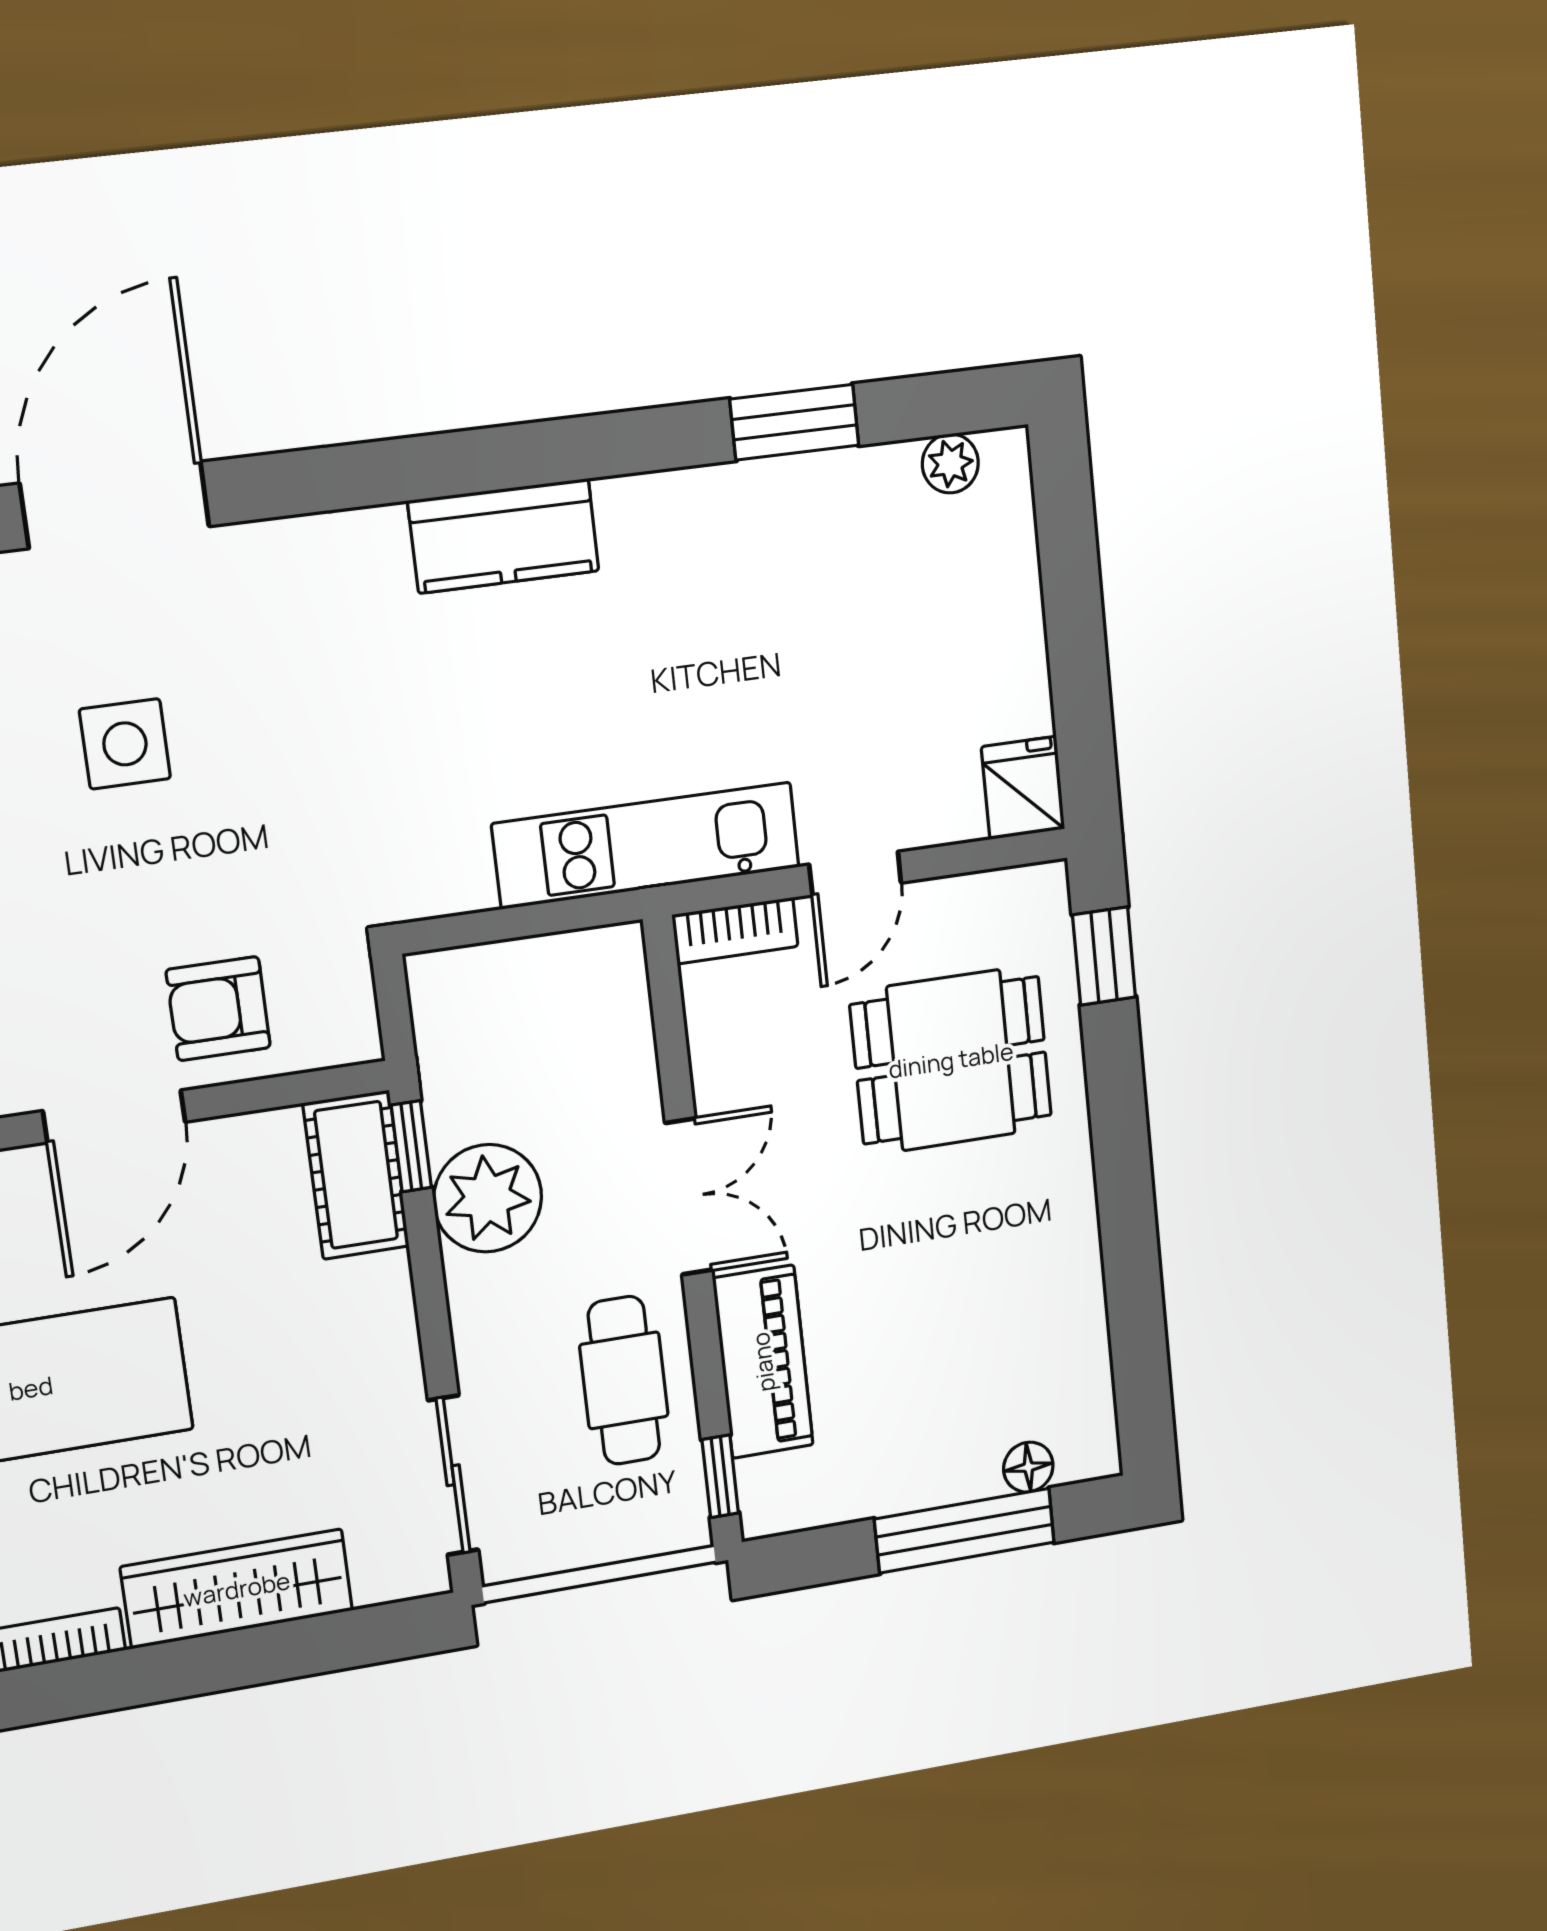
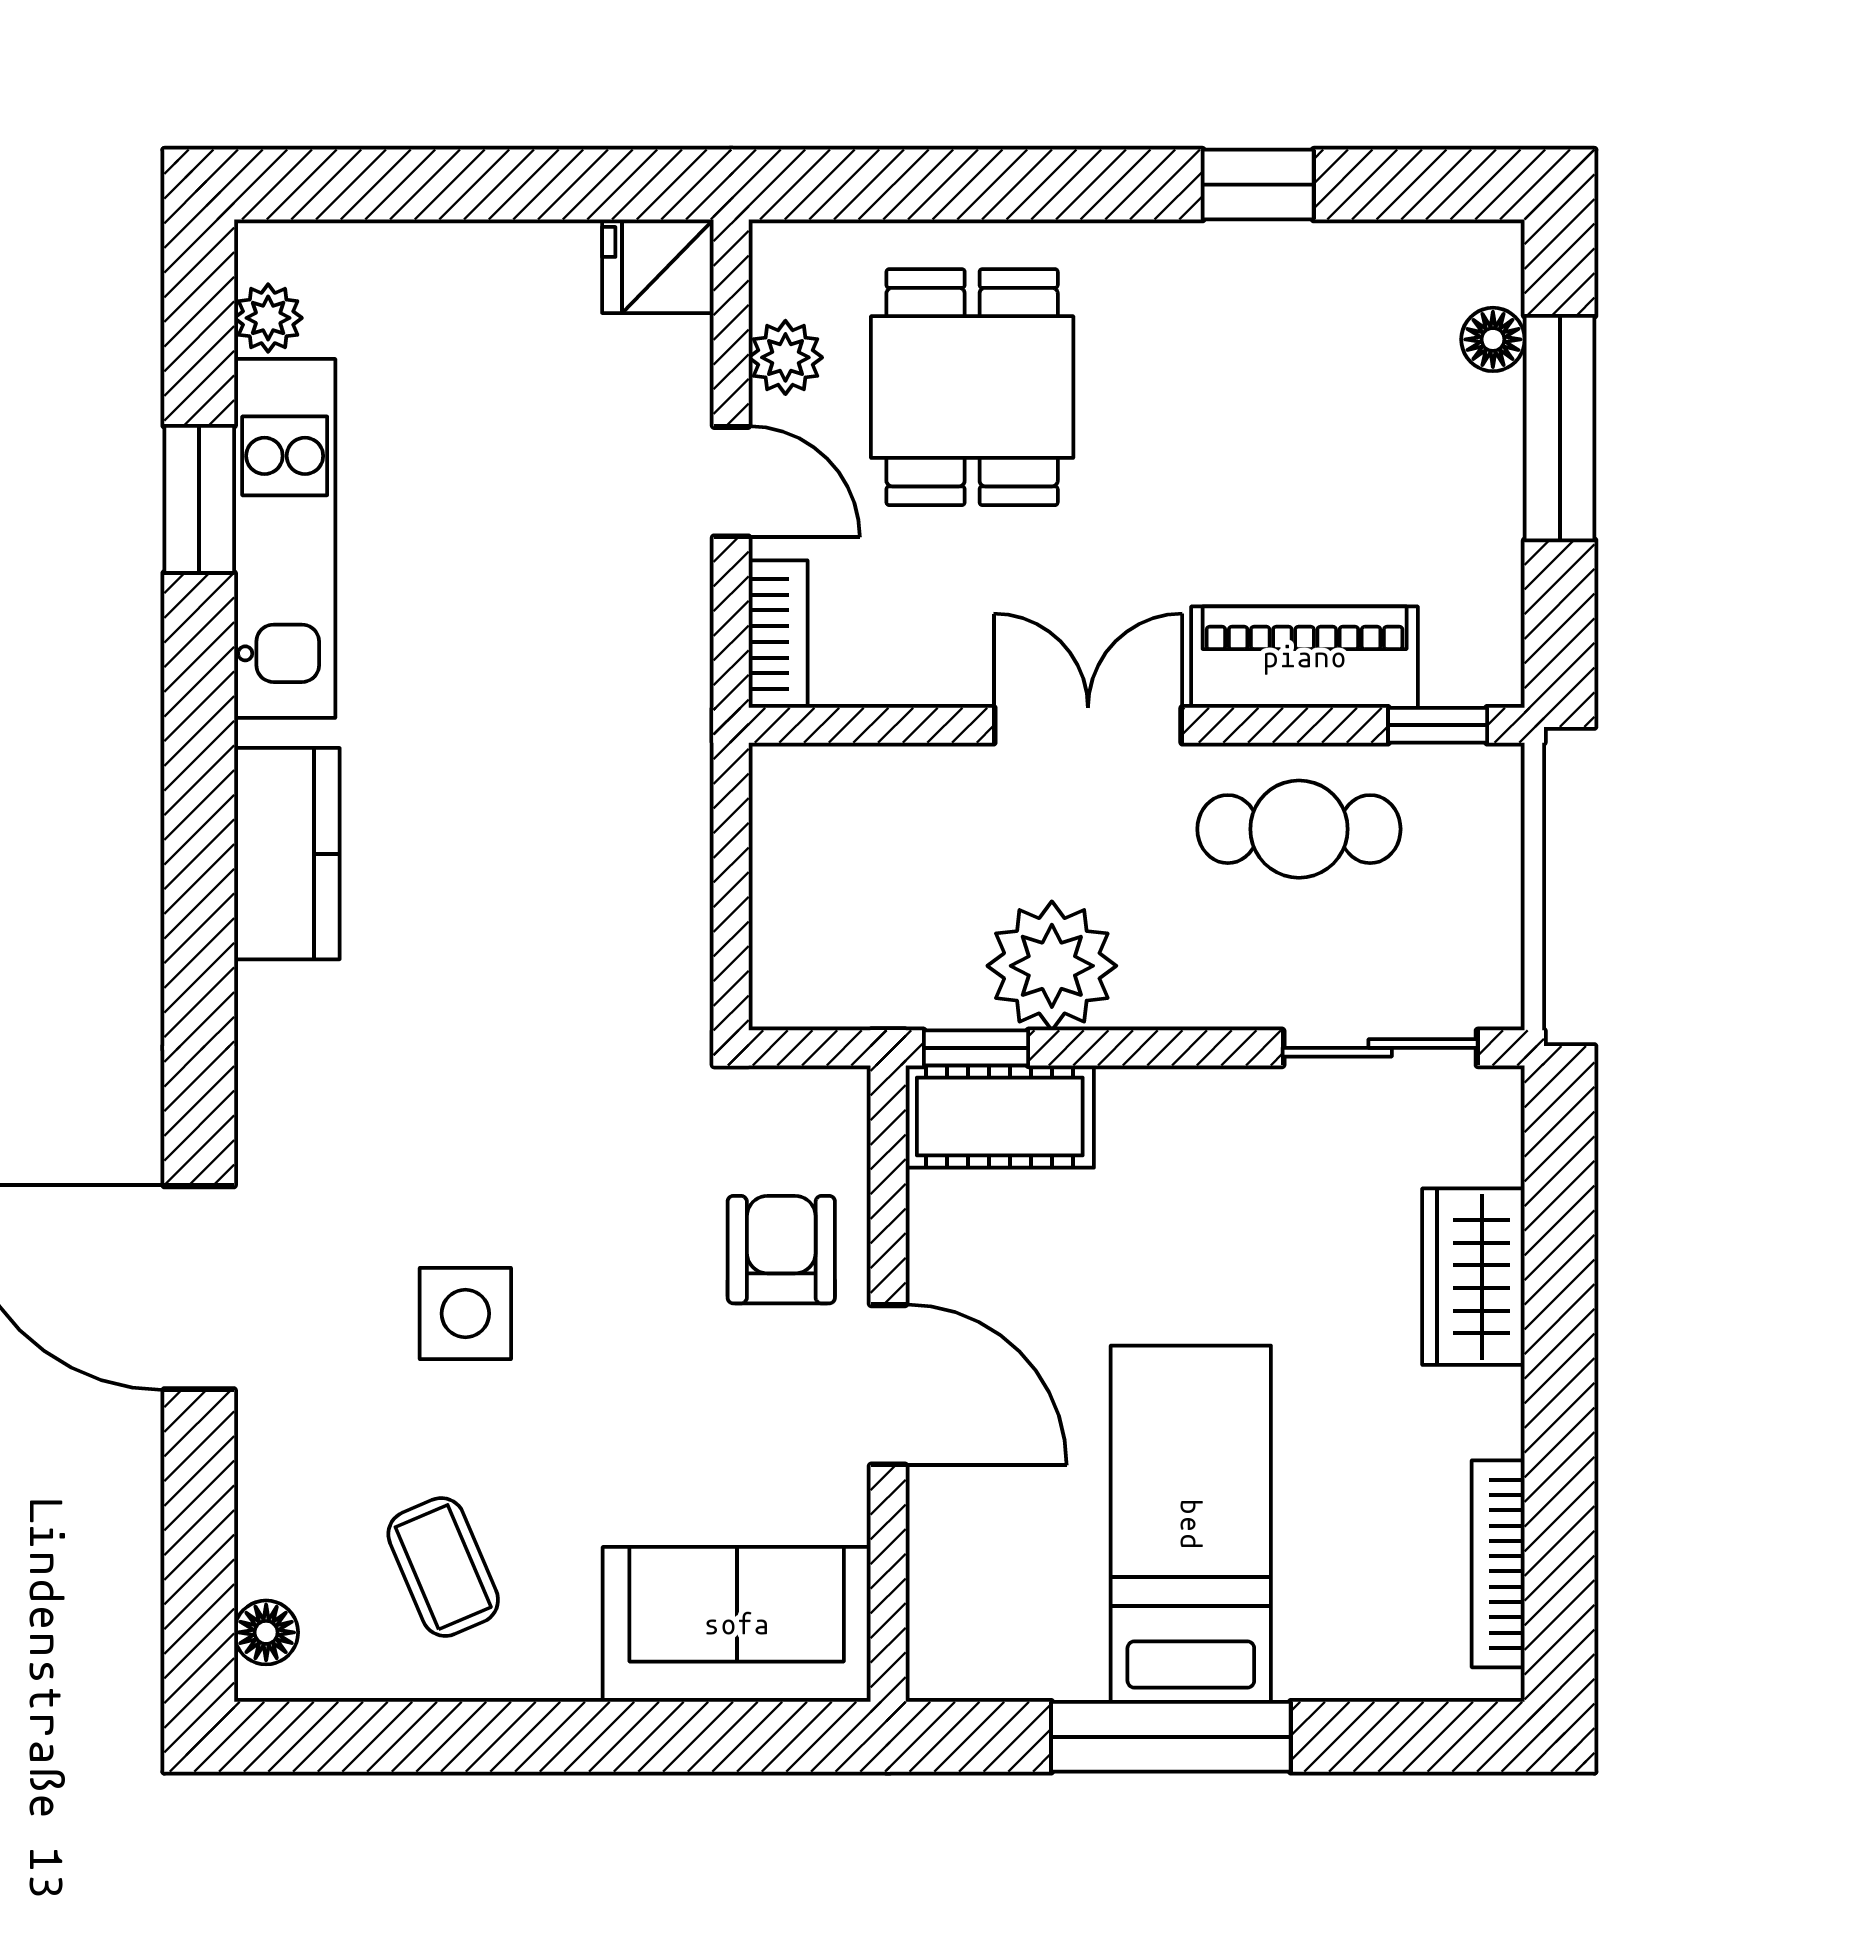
kitchen unit: (646, 845) -> (285, 538), moved, turned 180
plant: (960, 904) -> (785, 357), added
window: (1104, 956) -> (1258, 185), moved
armchair: (218, 1009) -> (781, 1250), turned 180
wardrobe: (237, 1589) -> (1473, 1277), width x0.67

